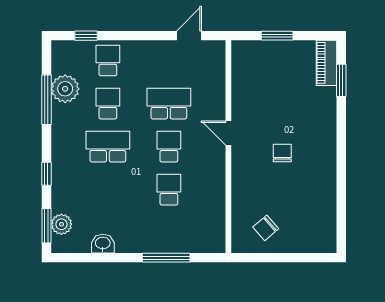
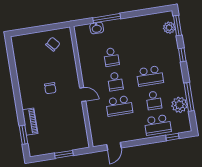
school desk: (108, 60) -> (158, 125), width x1.85
piano: (327, 63) -> (30, 122), moved
washbasin: (103, 244) -> (97, 28), moved

